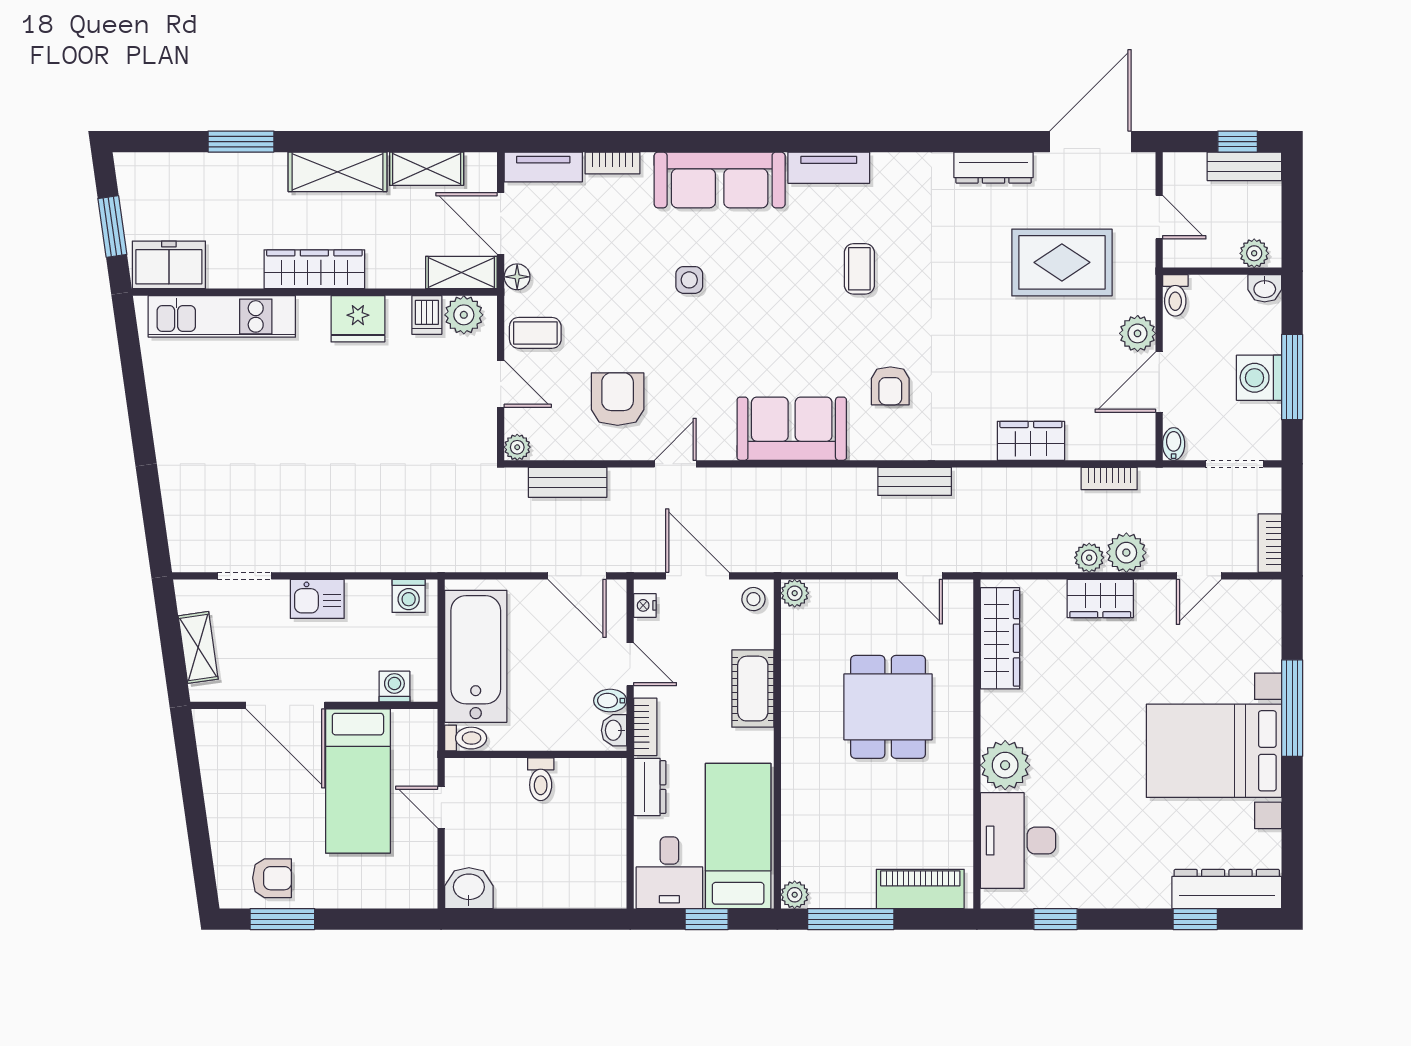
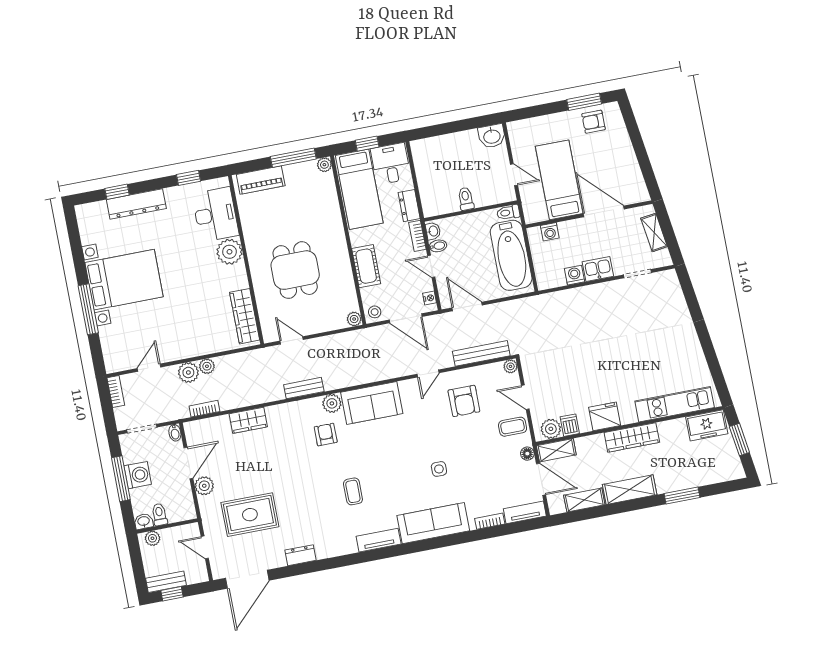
dresser: (993, 168) -> (300, 555), width x0.70
toilet: (1175, 295) -> (159, 515), moved
plant: (867, 442) -> (332, 403), added
bench: (568, 482) -> (481, 353), width x1.36
washing machine: (409, 596) -> (575, 275), moved
wardrobe: (1100, 599) -> (197, 346), removed
dresser: (1227, 889) -> (136, 204), moved

